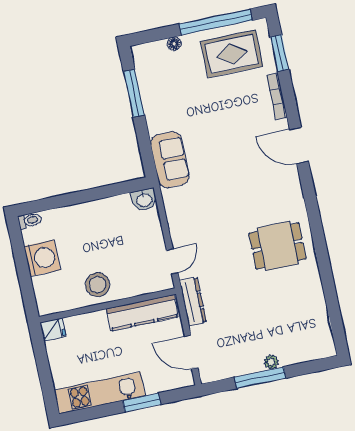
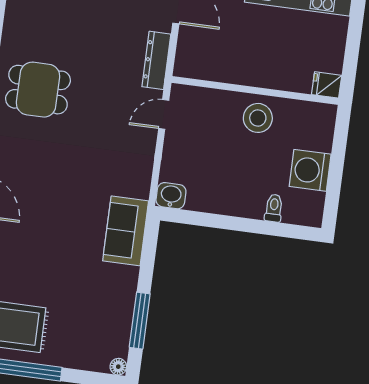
floor lamp: (174, 44) -> (118, 367), moved
toilet: (30, 221) -> (274, 208), moved, turned 90
kitchen counter: (142, 313) -> (218, 68), removed

